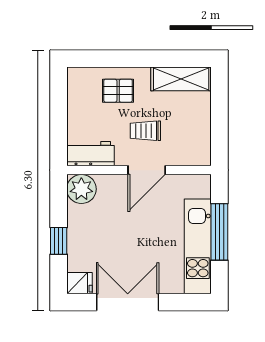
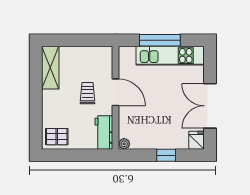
pallet: (118, 91) -> (57, 137), moved, turned 90
trolley: (145, 131) -> (87, 93), turned 180
plant: (81, 189) -> (124, 144), width x0.53, depth x0.53

